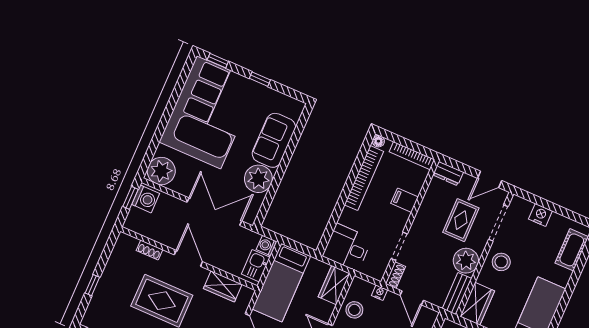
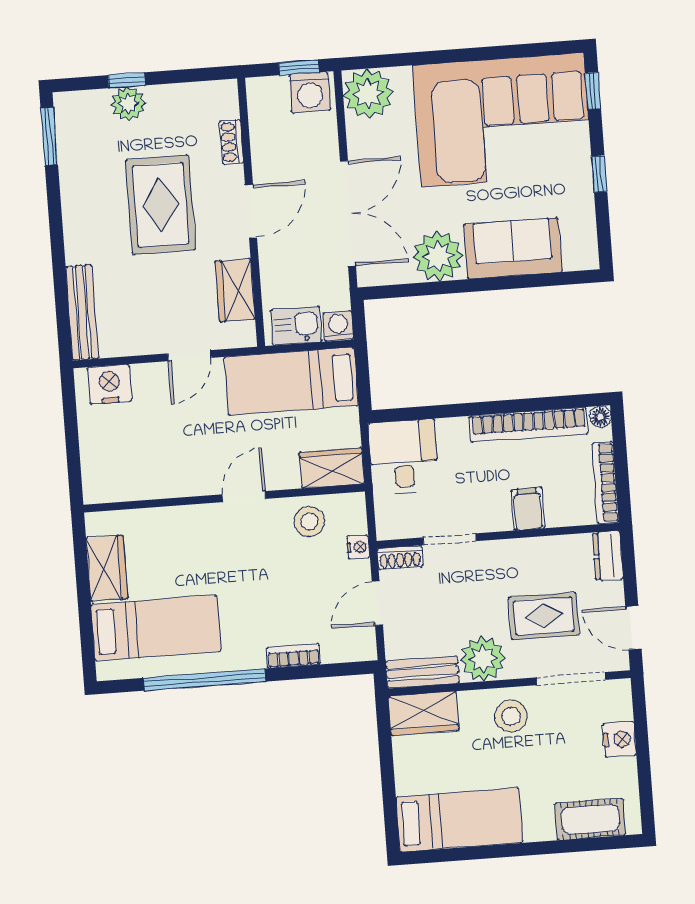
plant: (104, 290) -> (128, 104), added

